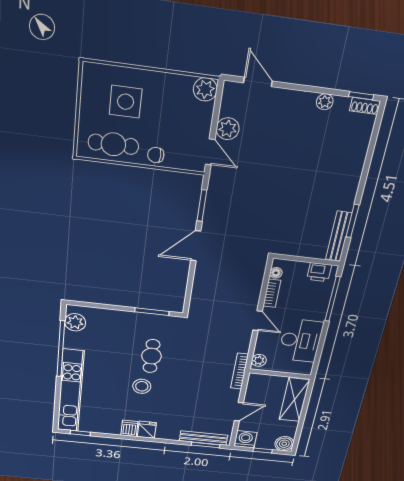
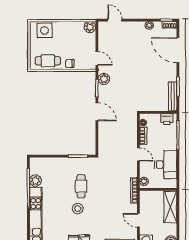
side table: (126, 102) -> (44, 30), moved
plant: (228, 129) -> (104, 79), moved
door: (369, 157) -> (178, 50), added
door: (196, 246) -> (97, 112), swing flipped
plant: (75, 322) -> (35, 181), moved
door: (239, 412) -> (138, 220), swing flipped

